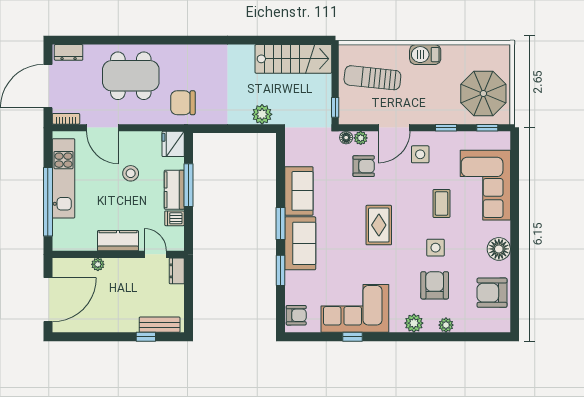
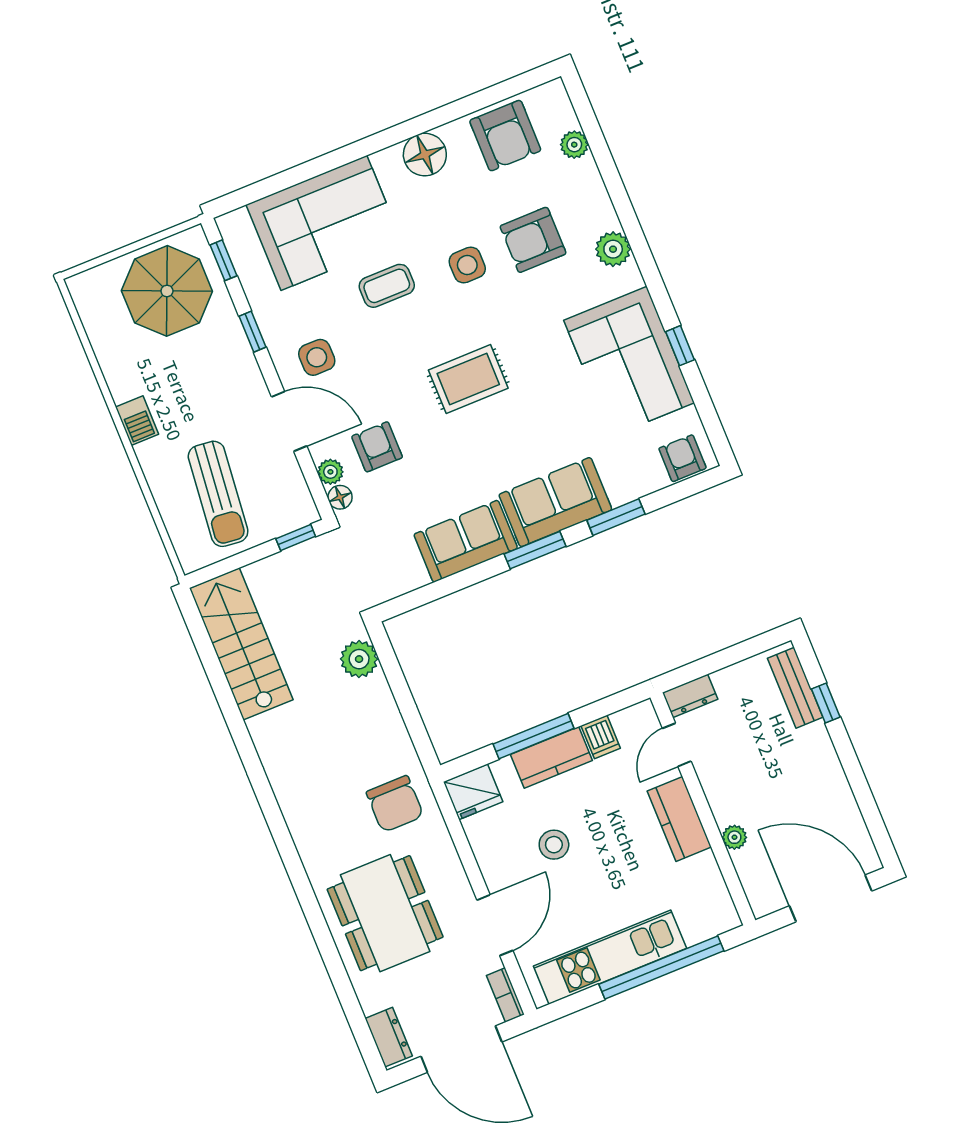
barbecue: (425, 55) -> (137, 421), width x0.73, depth x0.79
plant: (446, 325) -> (574, 145), moved

